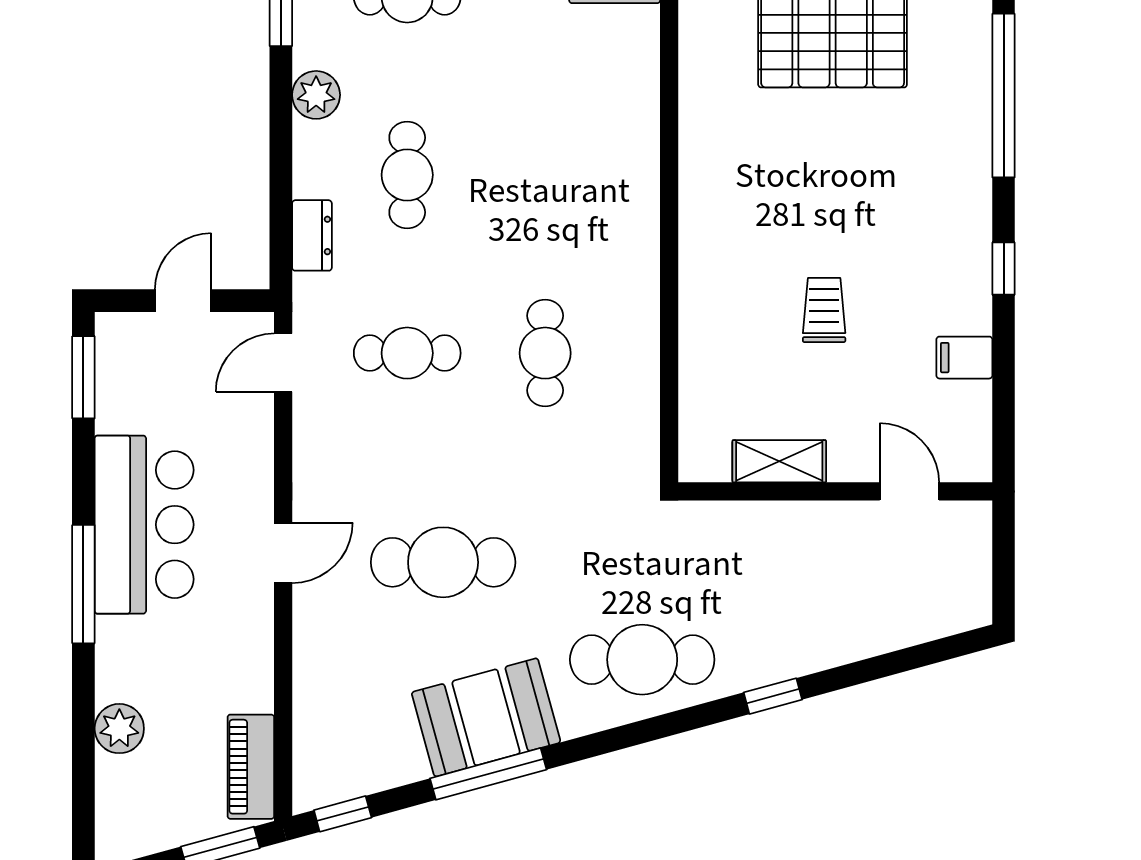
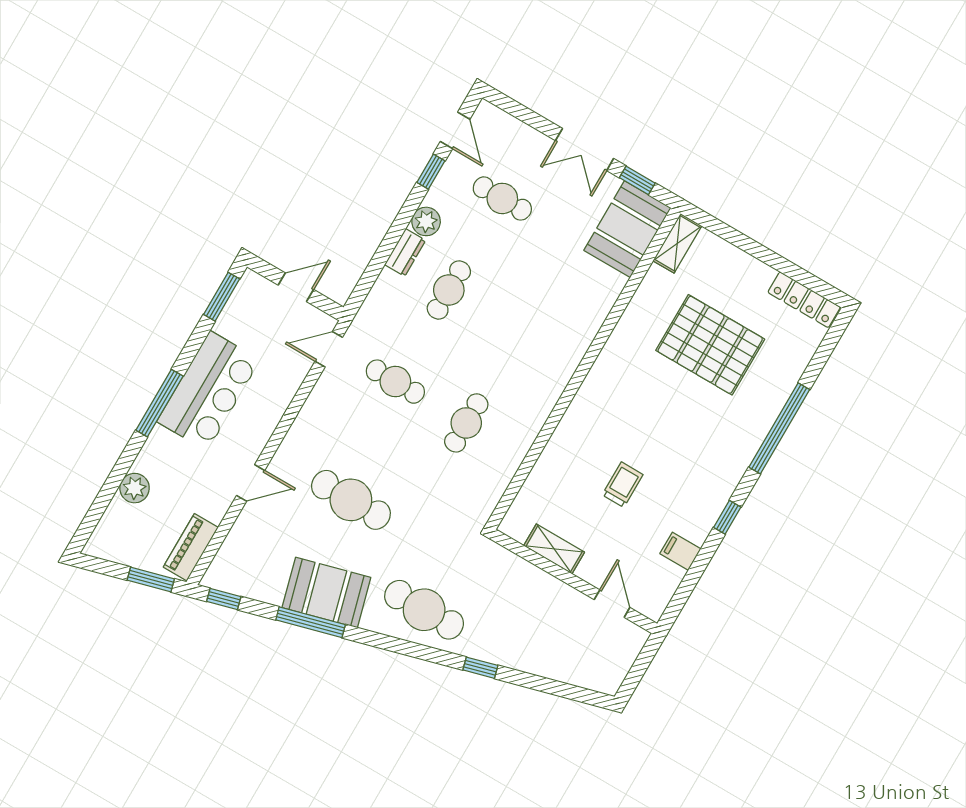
dresser: (312, 235) -> (405, 253), moved
door: (283, 553) -> (251, 483), moved

